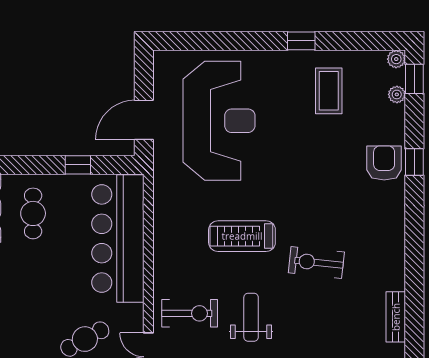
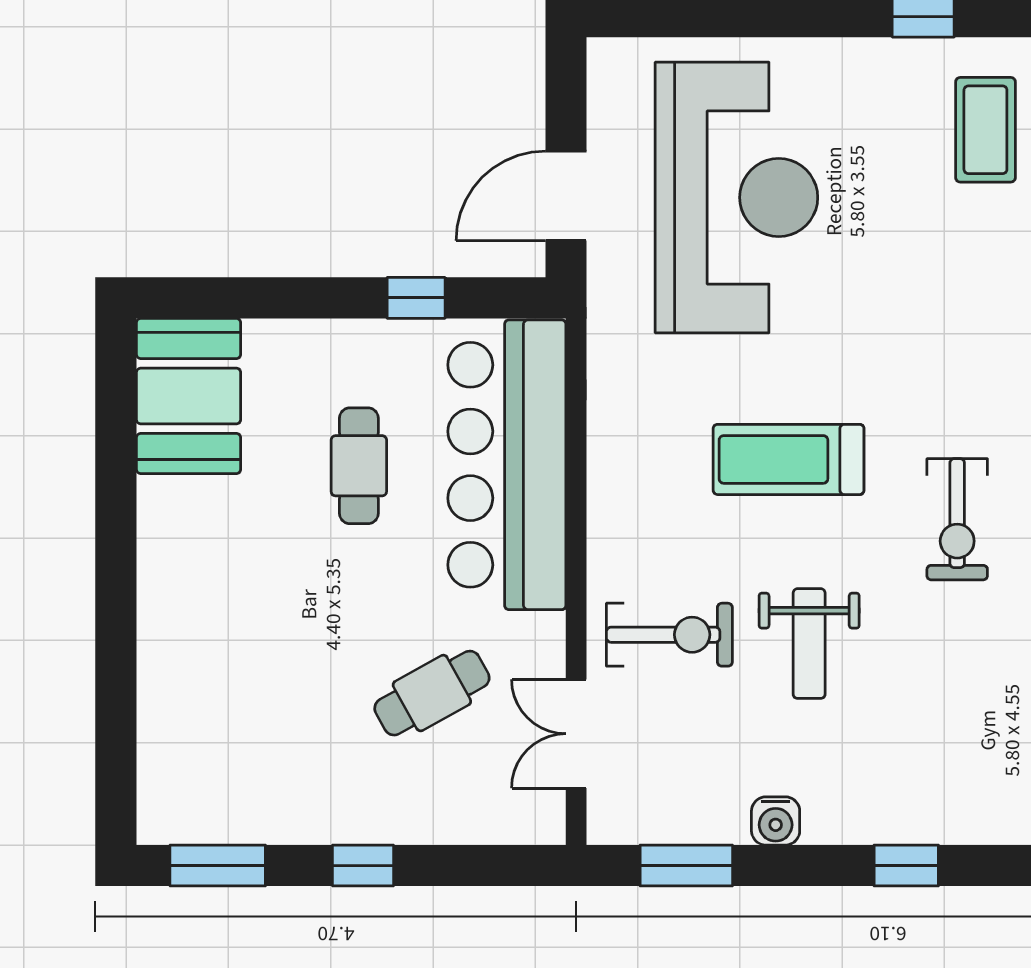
cafe table: (33, 213) -> (359, 466), moved
exercise bike: (316, 262) -> (957, 519), turned -96
weight bench: (251, 317) -> (809, 644), turned 180

